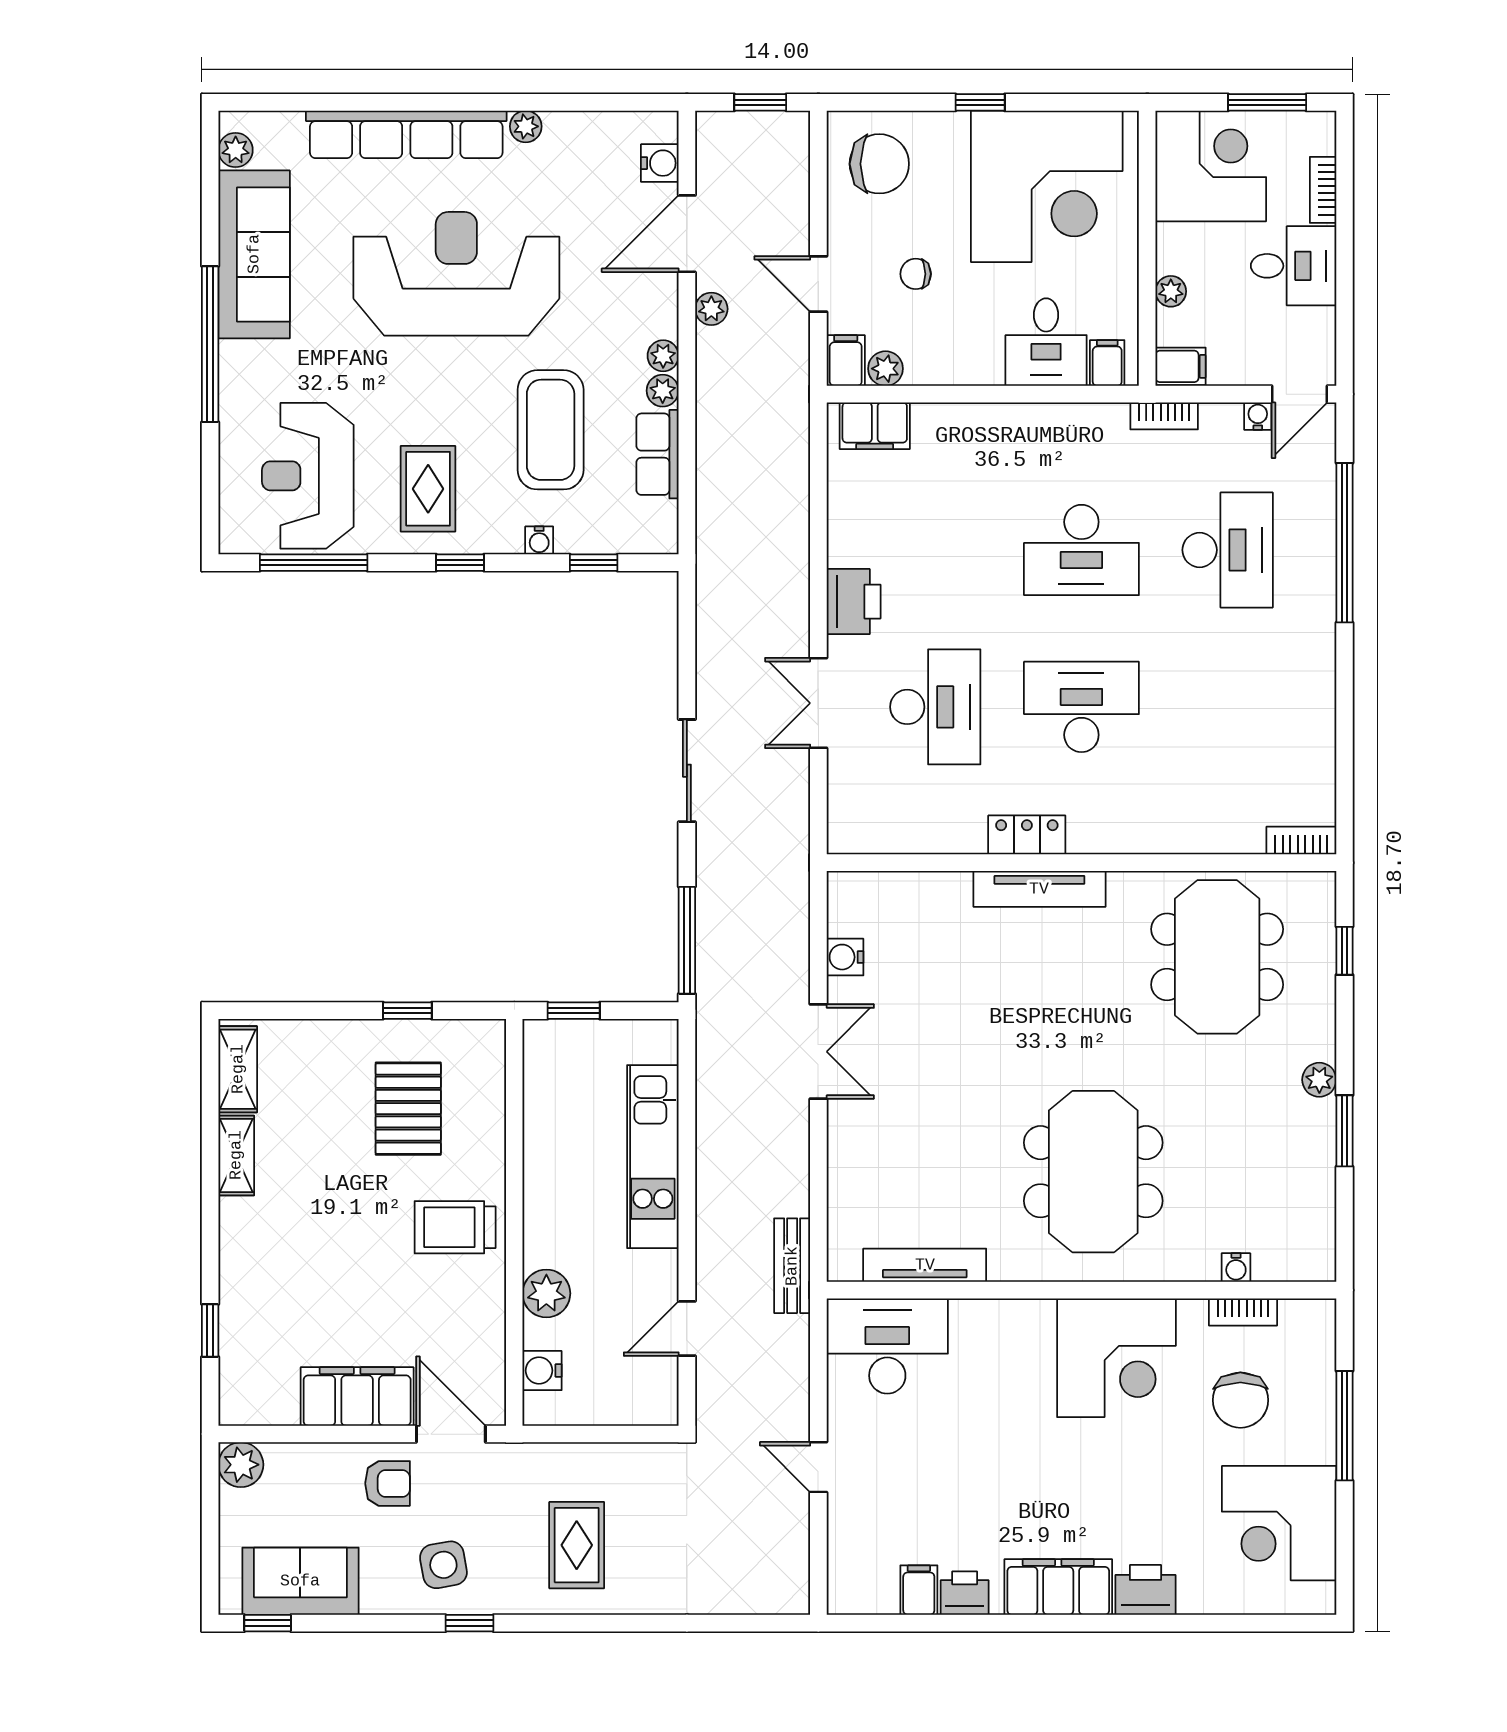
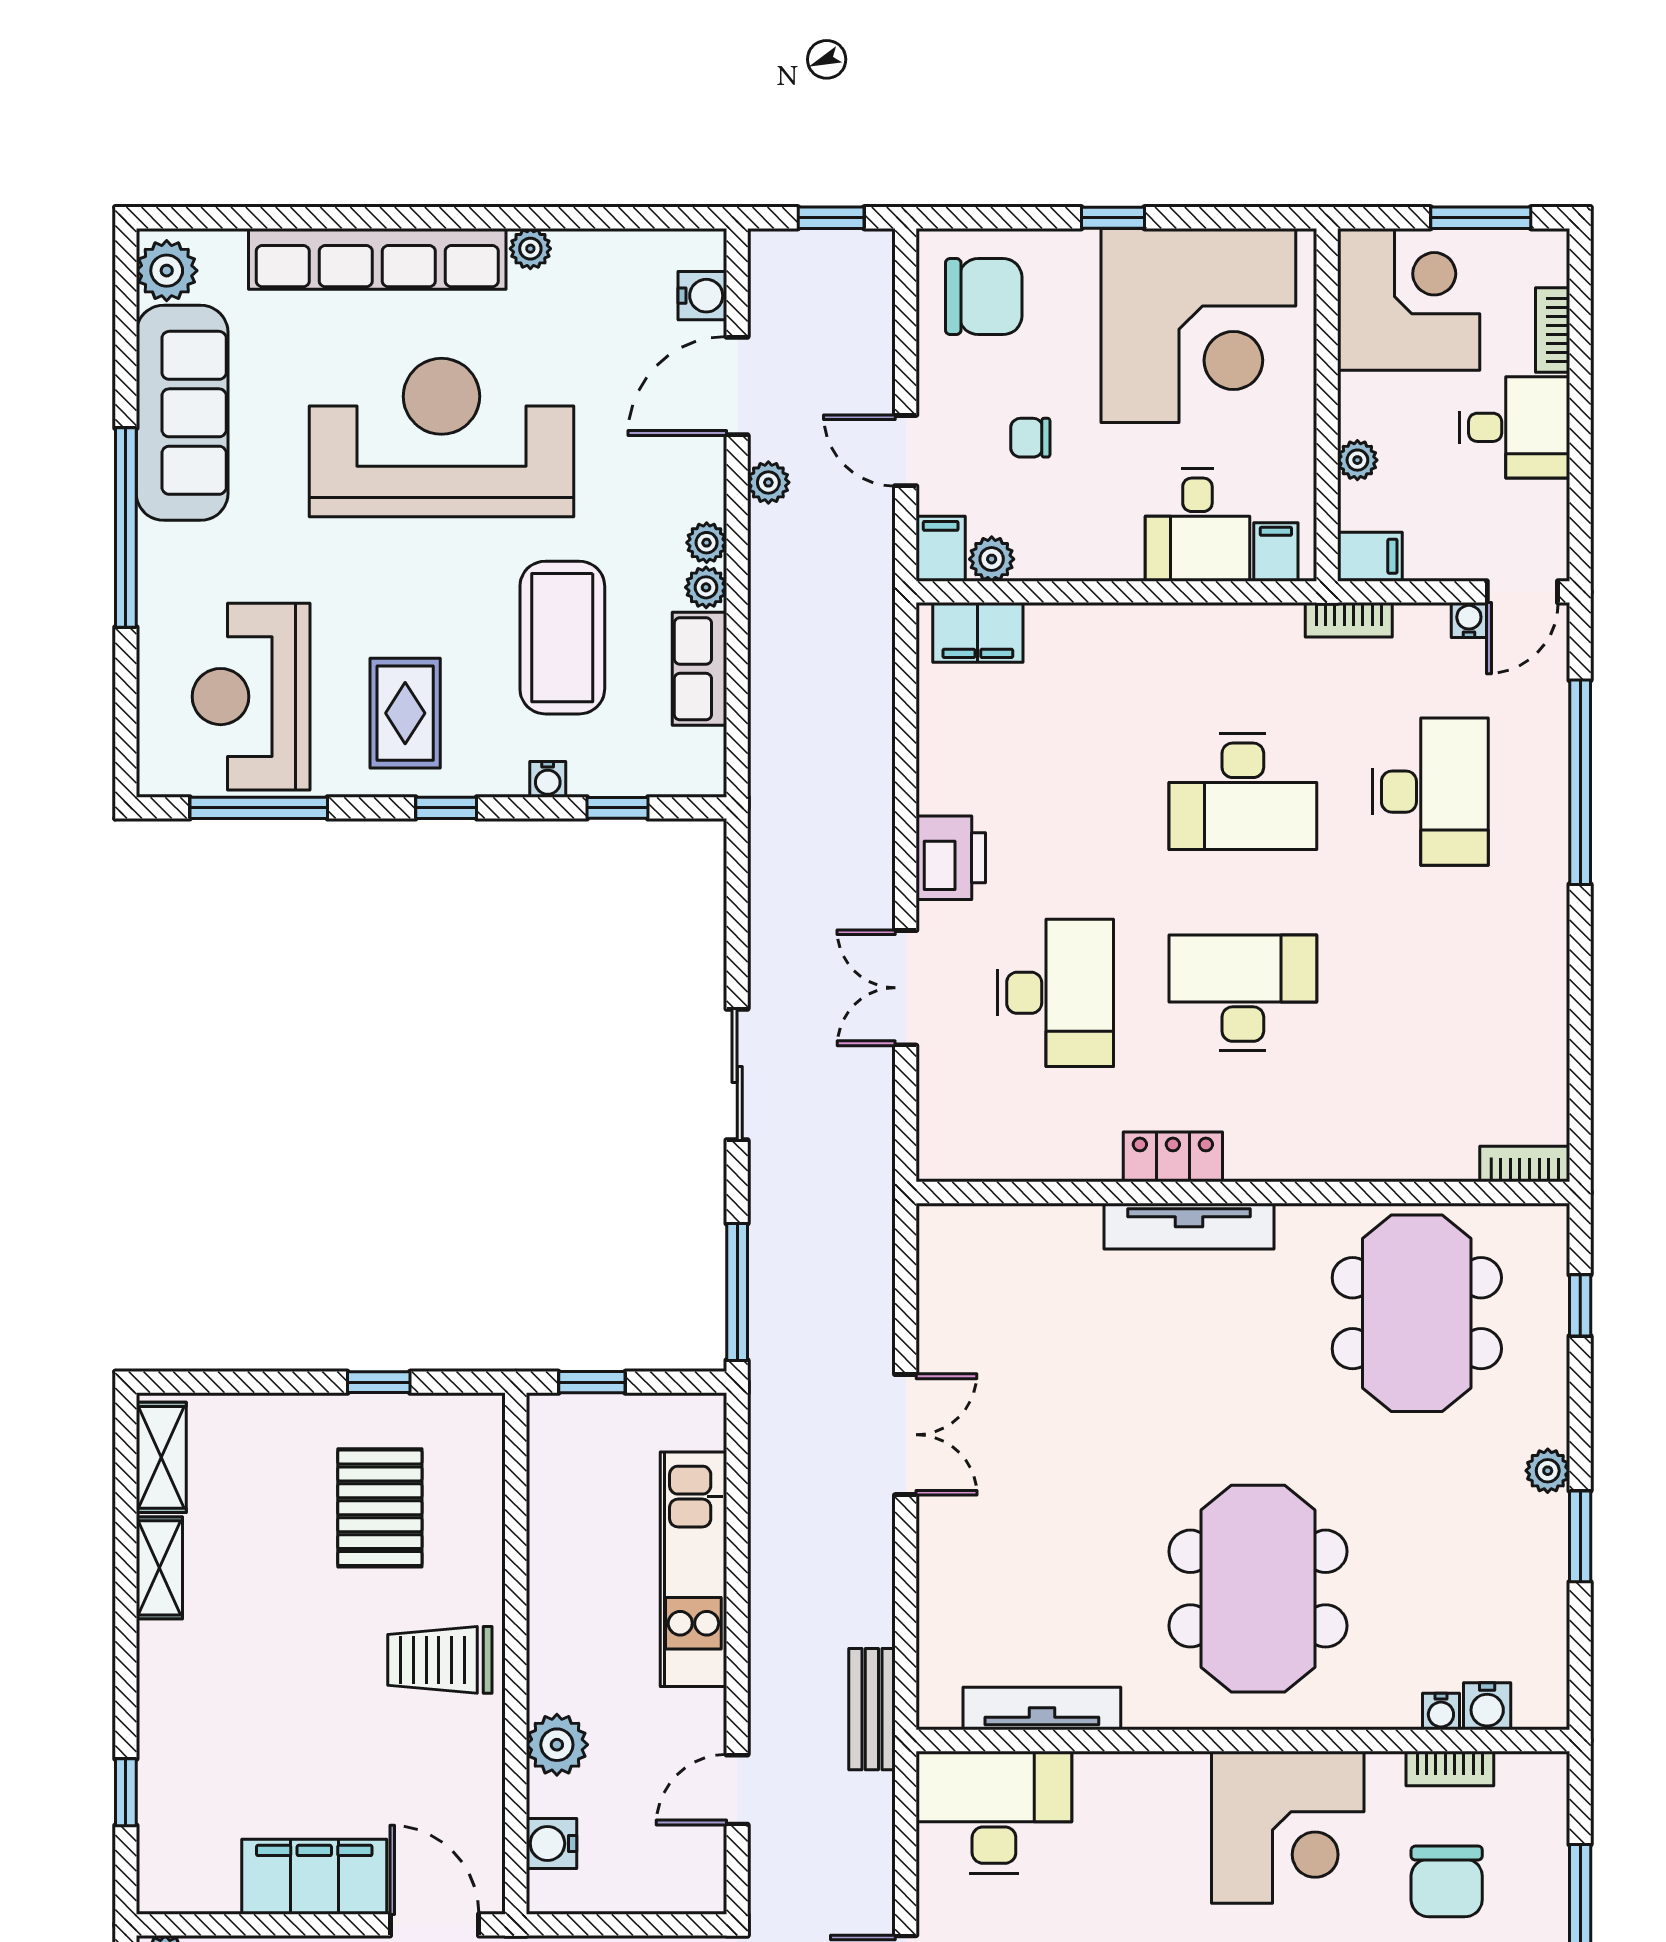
plant: (236, 150) -> (167, 271), width x1.38, depth x1.38
water cooler: (845, 957) -> (1487, 1706), moved, turned -90

